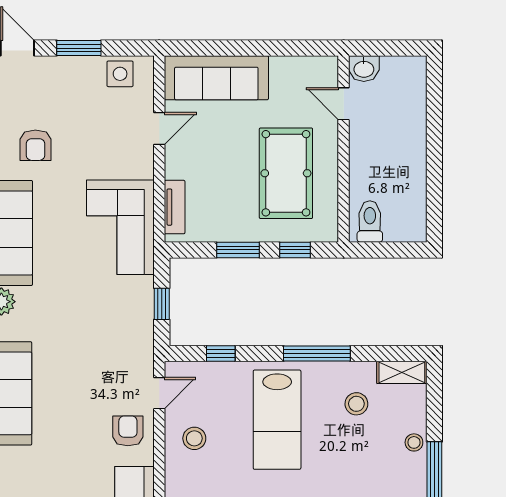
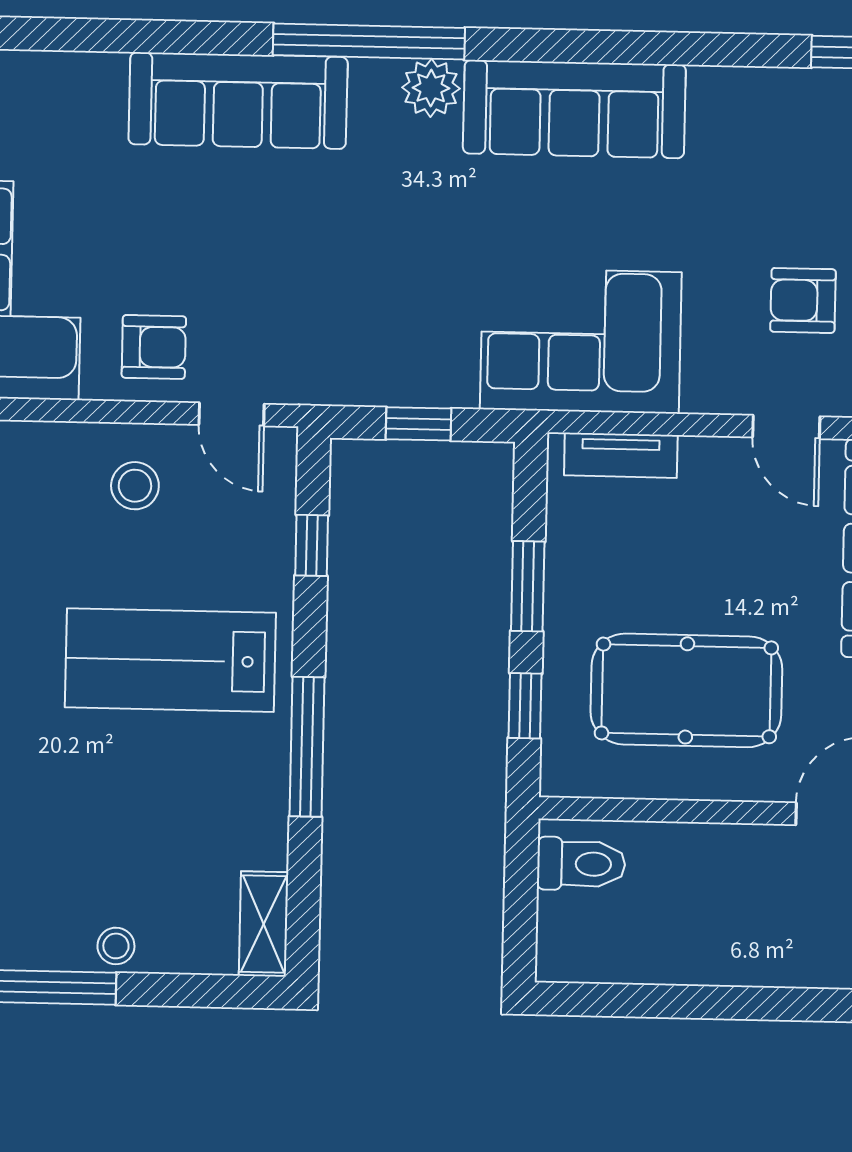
armchair: (35, 145) -> (803, 300), moved
stool: (356, 404) -> (200, 827), removed

